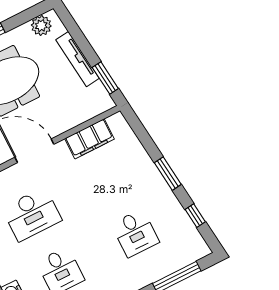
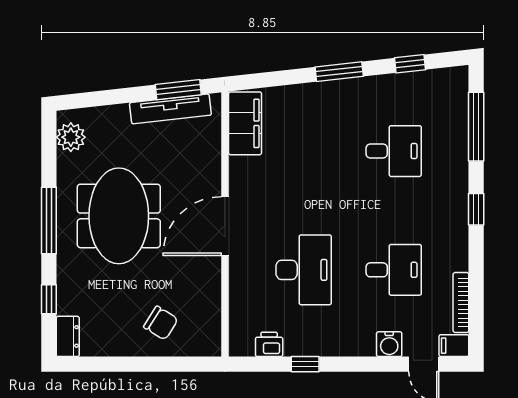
tv unit: (77, 59) -> (170, 109), moved
filing cabinet: (90, 139) -> (245, 123), moved

